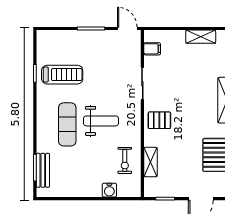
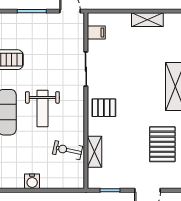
weight bench: (101, 121) -> (42, 108), turned 90
exercise bike: (125, 160) -> (68, 150), turned 102
water cooler: (109, 190) -> (32, 181), moved

